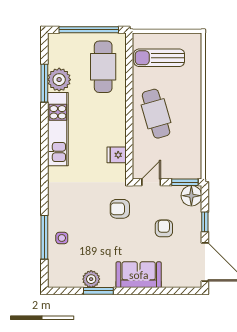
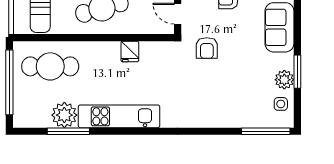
fridge: (117, 155) -> (130, 51), moved
window: (44, 237) -> (266, 131), moved
side table: (62, 238) -> (281, 104), moved

